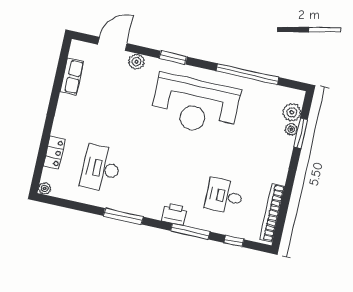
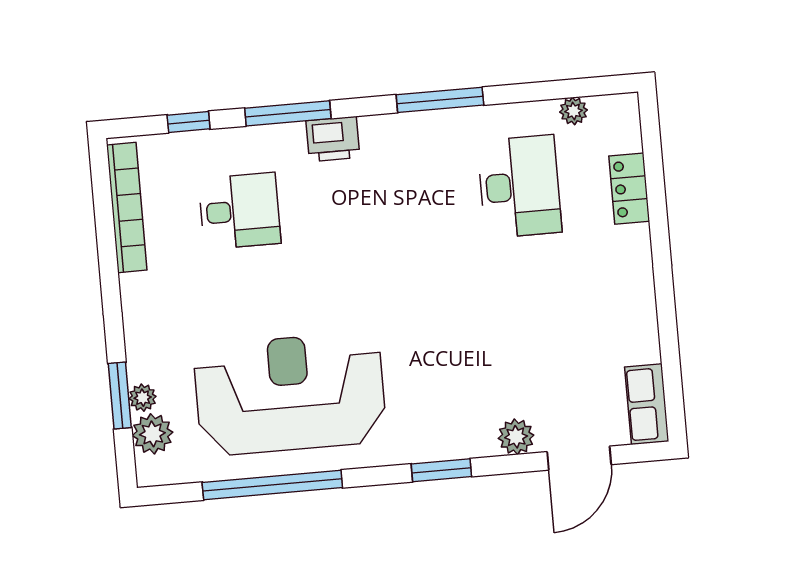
row of seats: (72, 76) -> (647, 404), moved
reception desk: (195, 105) -> (290, 394), moved
plant: (45, 188) -> (573, 111), moved

